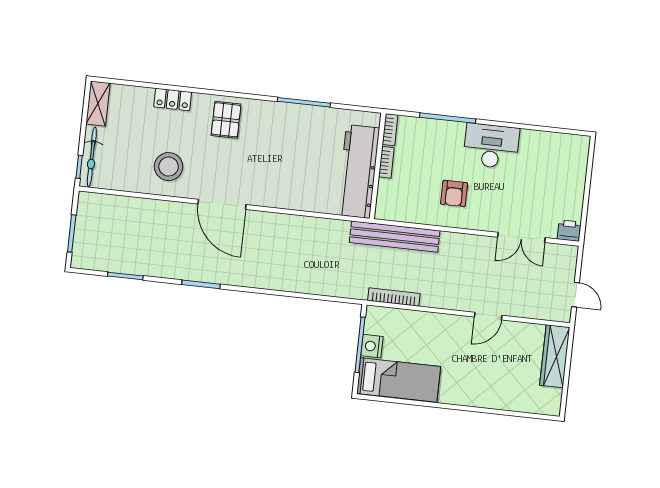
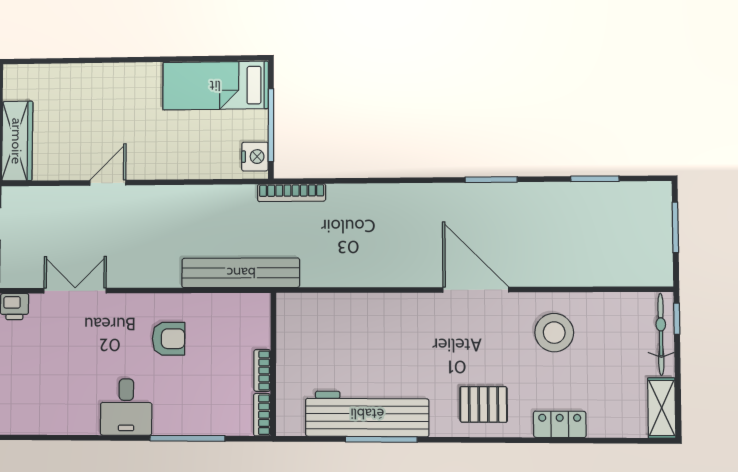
pallet: (226, 120) -> (484, 404), turned 90
desk: (491, 146) -> (126, 407), width x0.73
workbench: (358, 171) -> (367, 414), moved, turned -90
armchair: (454, 193) -> (169, 339), turned 90
bookcase: (394, 297) -> (292, 193), moved
nightstand: (372, 346) -> (255, 157), moved

